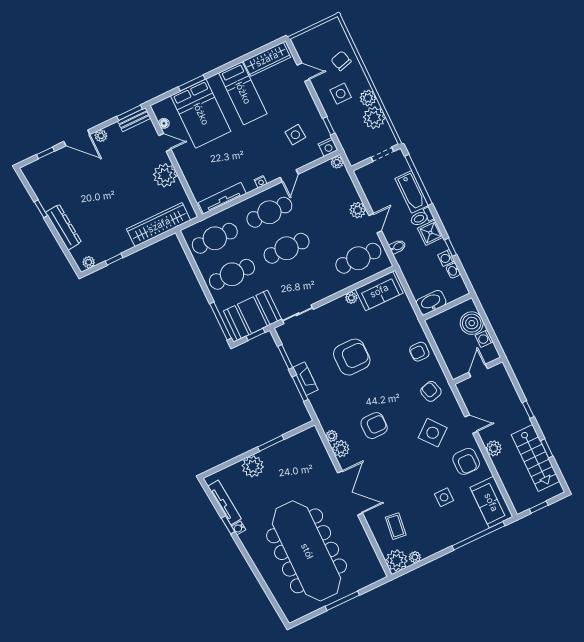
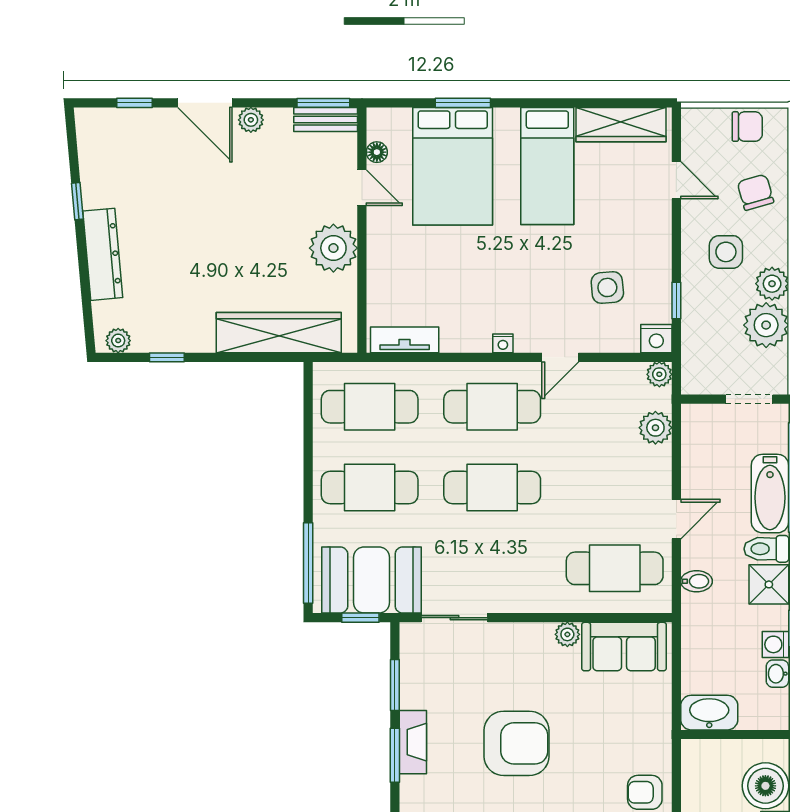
chair: (323, 33) -> (747, 127), added
tv unit: (222, 198) -> (405, 340), width x0.71
plant: (358, 210) -> (655, 428), moved

